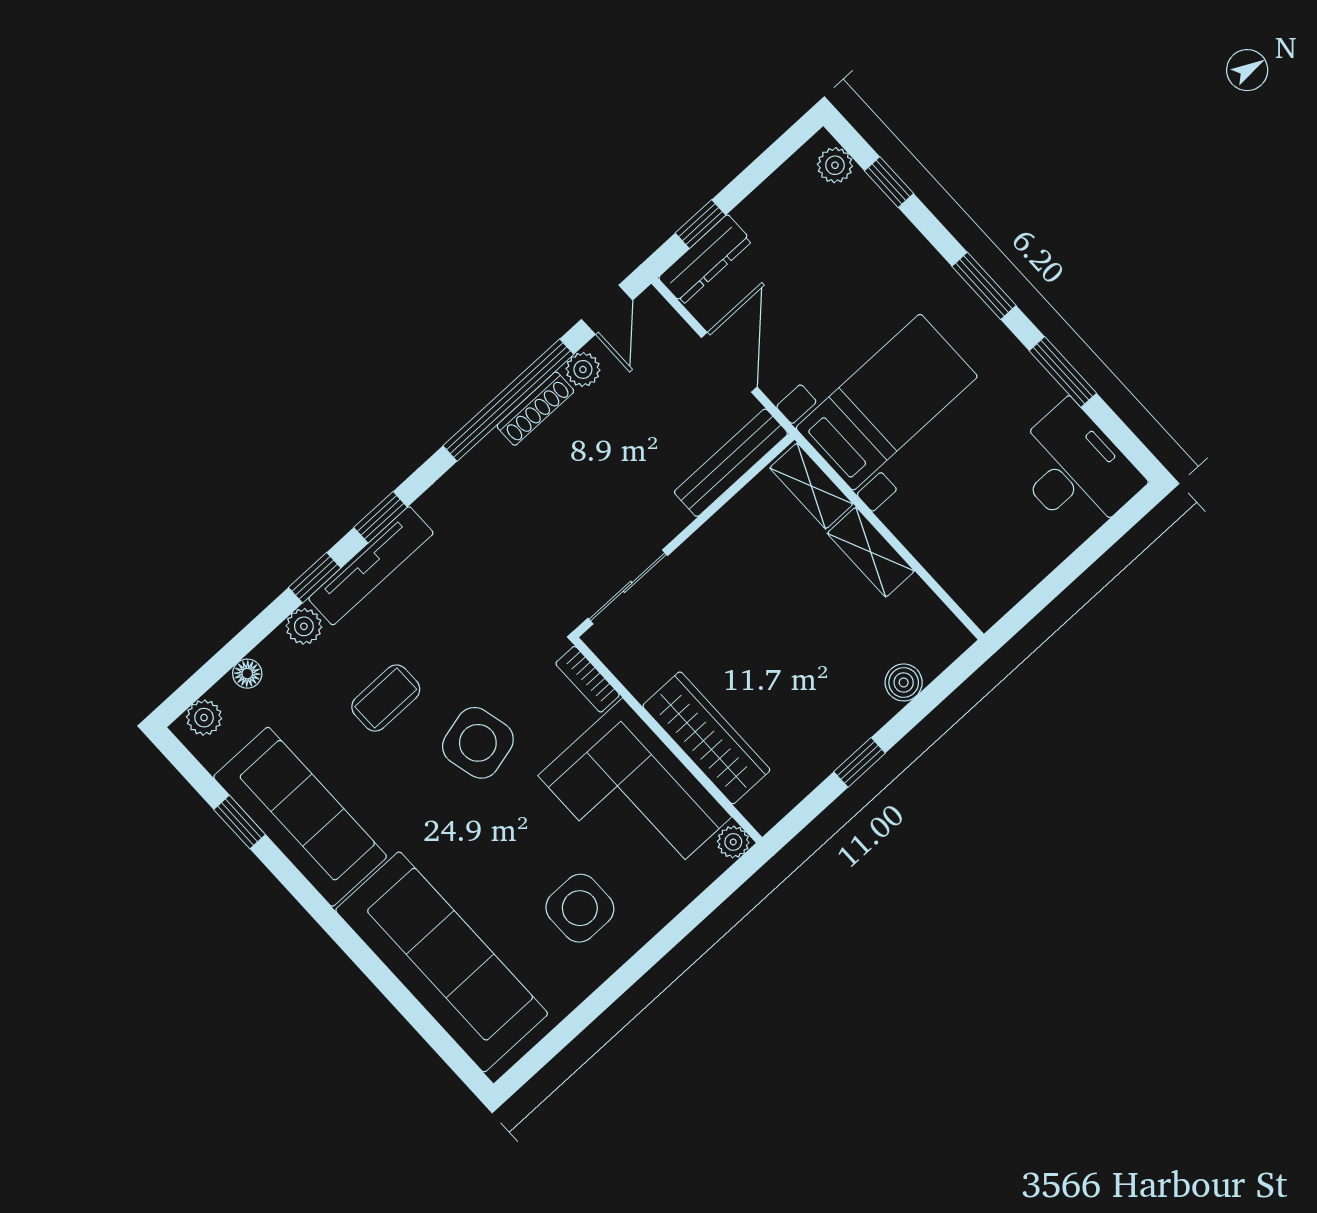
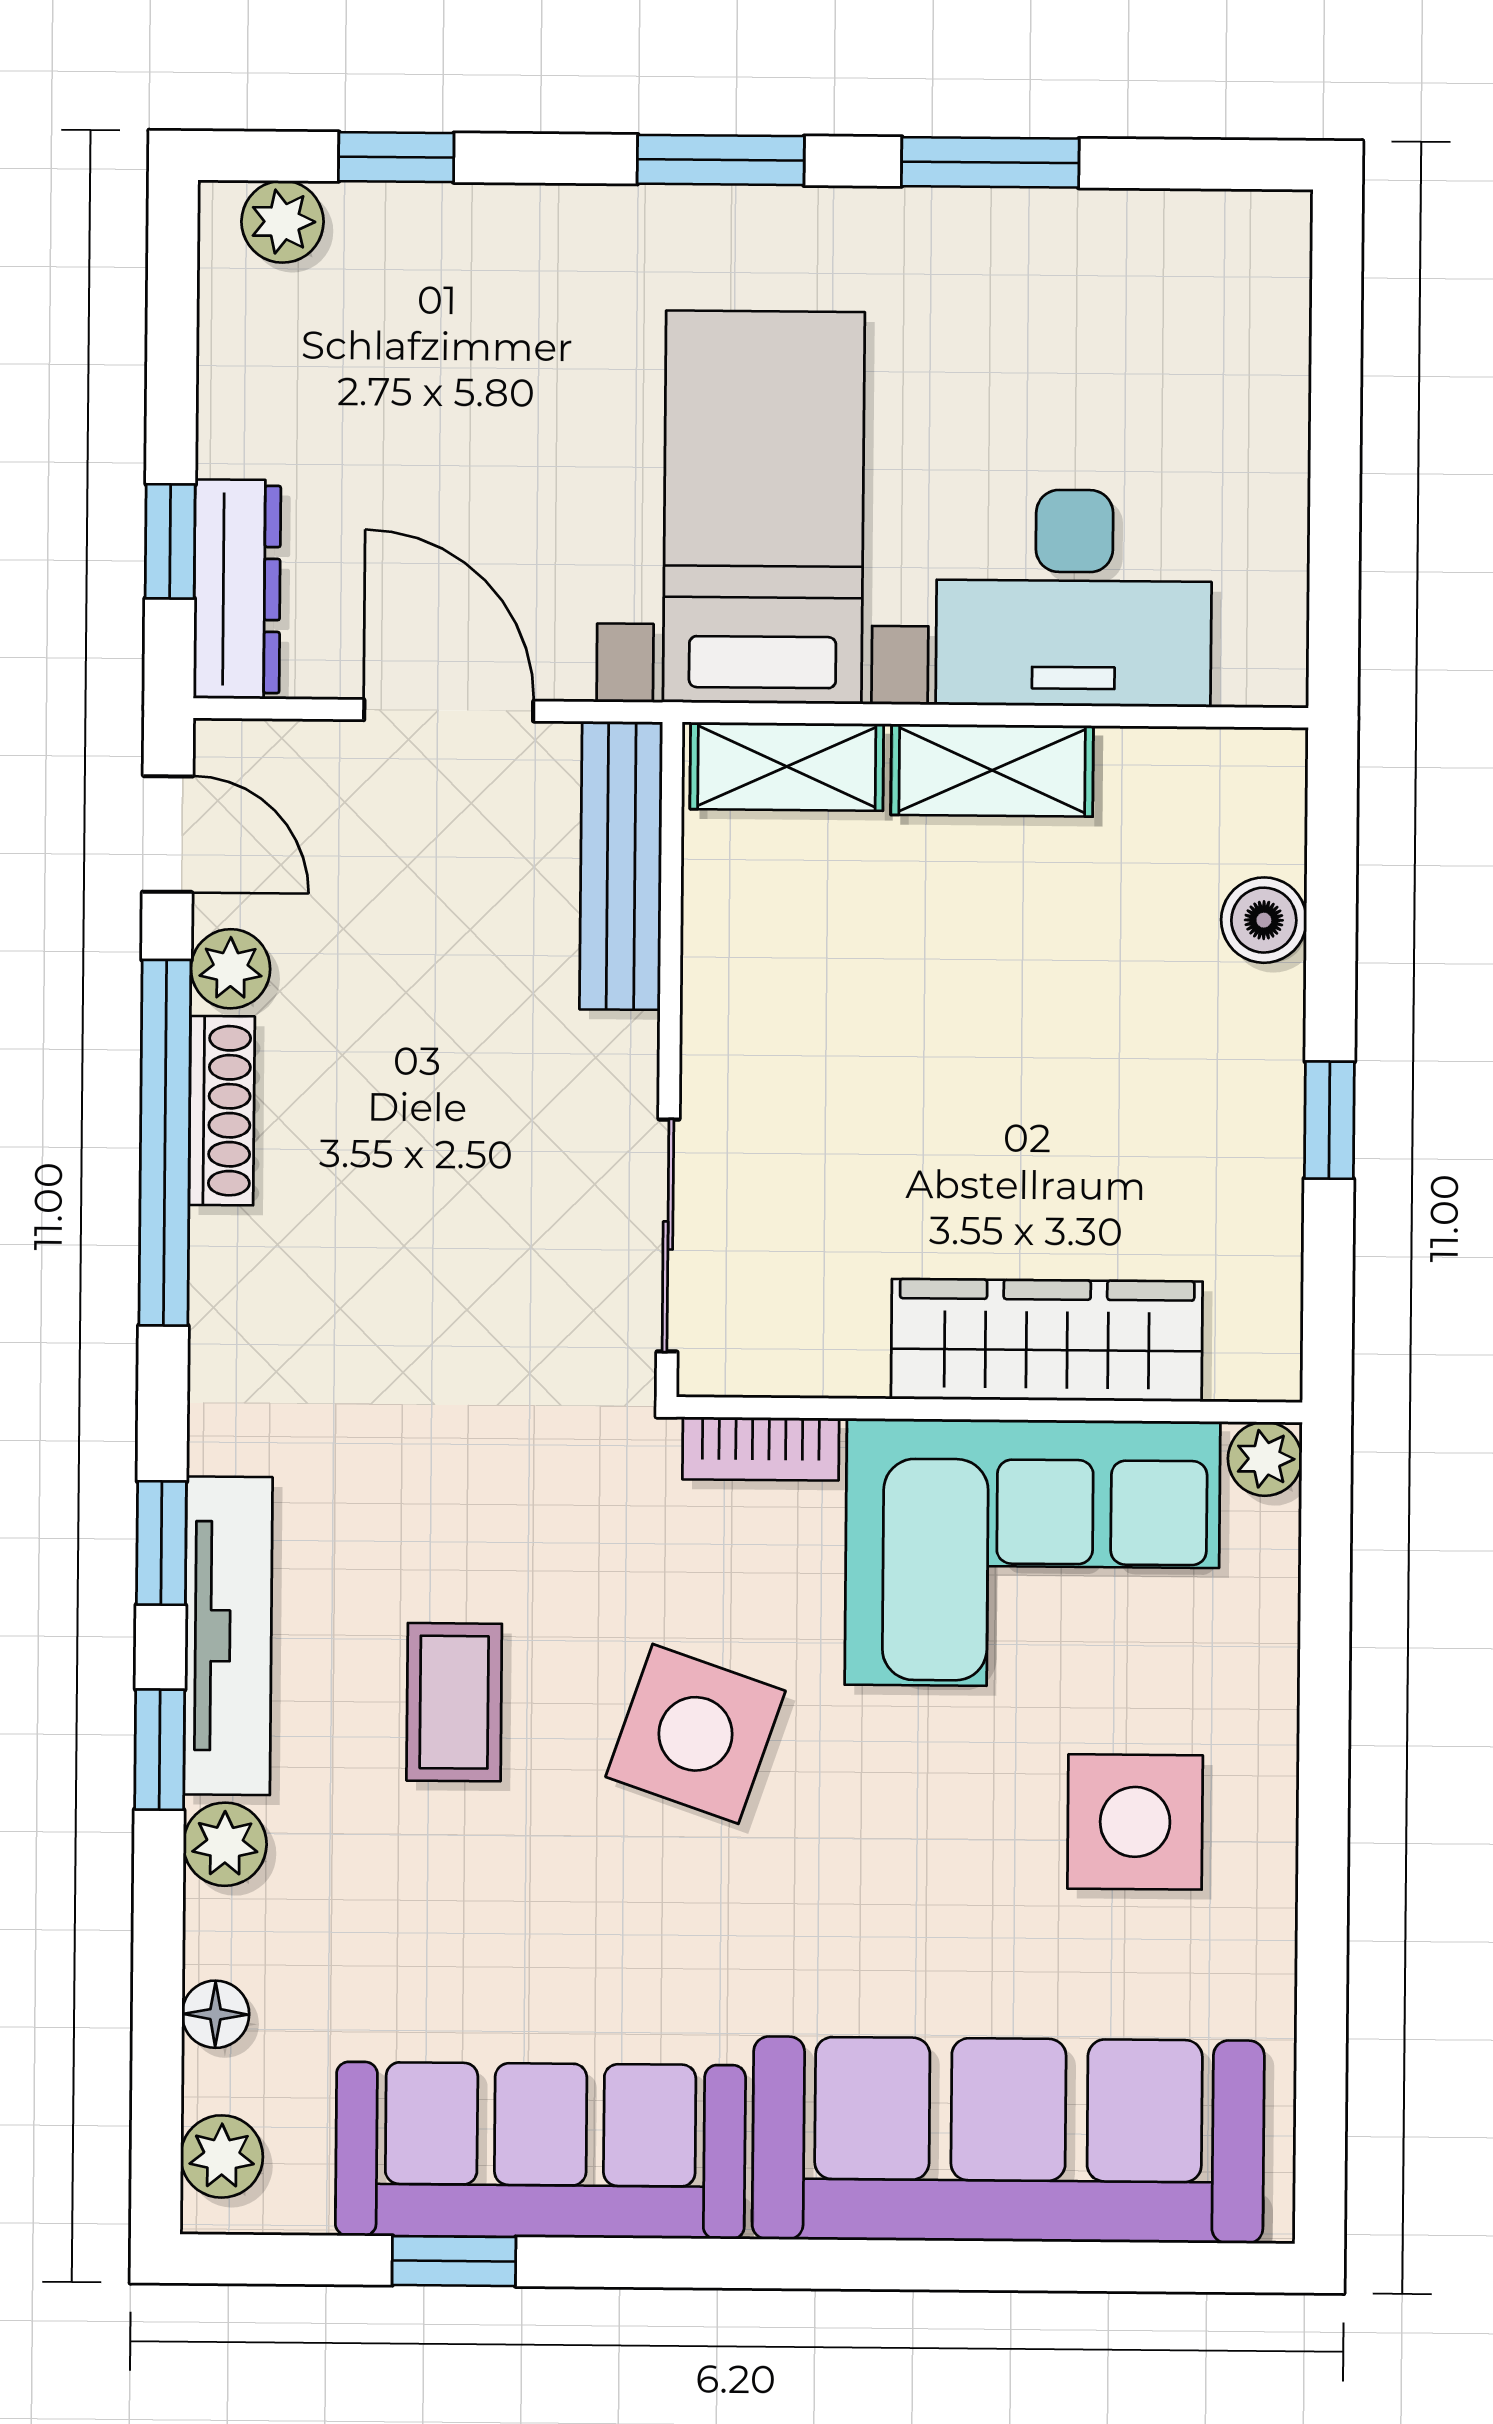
desk: (1075, 470) -> (1074, 598), moved, turned 180
coffee table: (386, 698) -> (454, 1702), moved
side table: (478, 743) -> (696, 1734), turned 33

